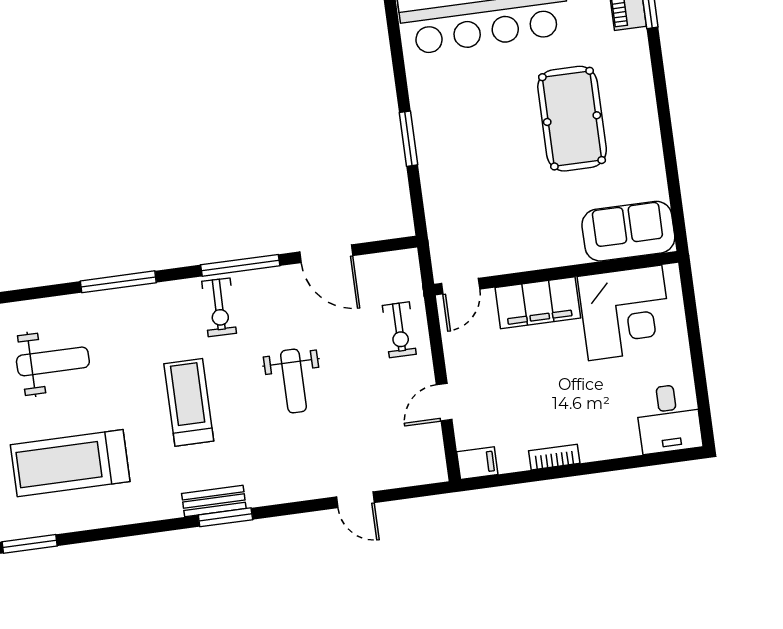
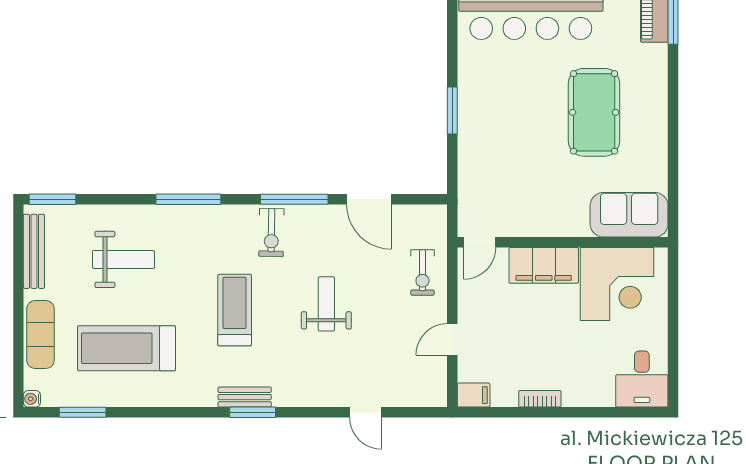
weight bench: (293, 381) -> (326, 304), turned 180

